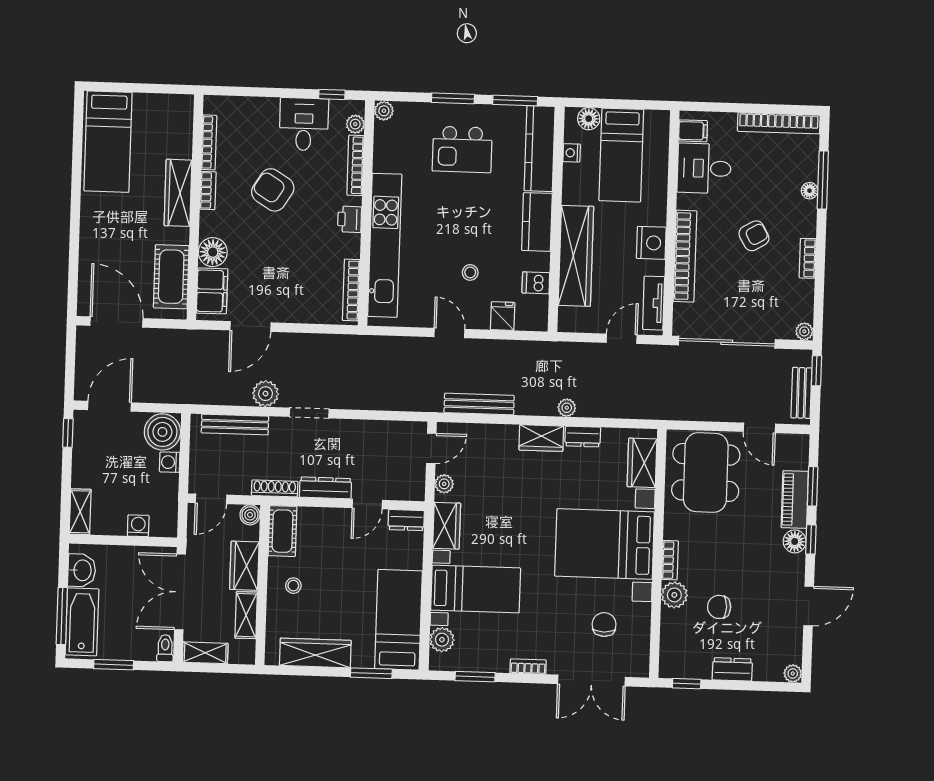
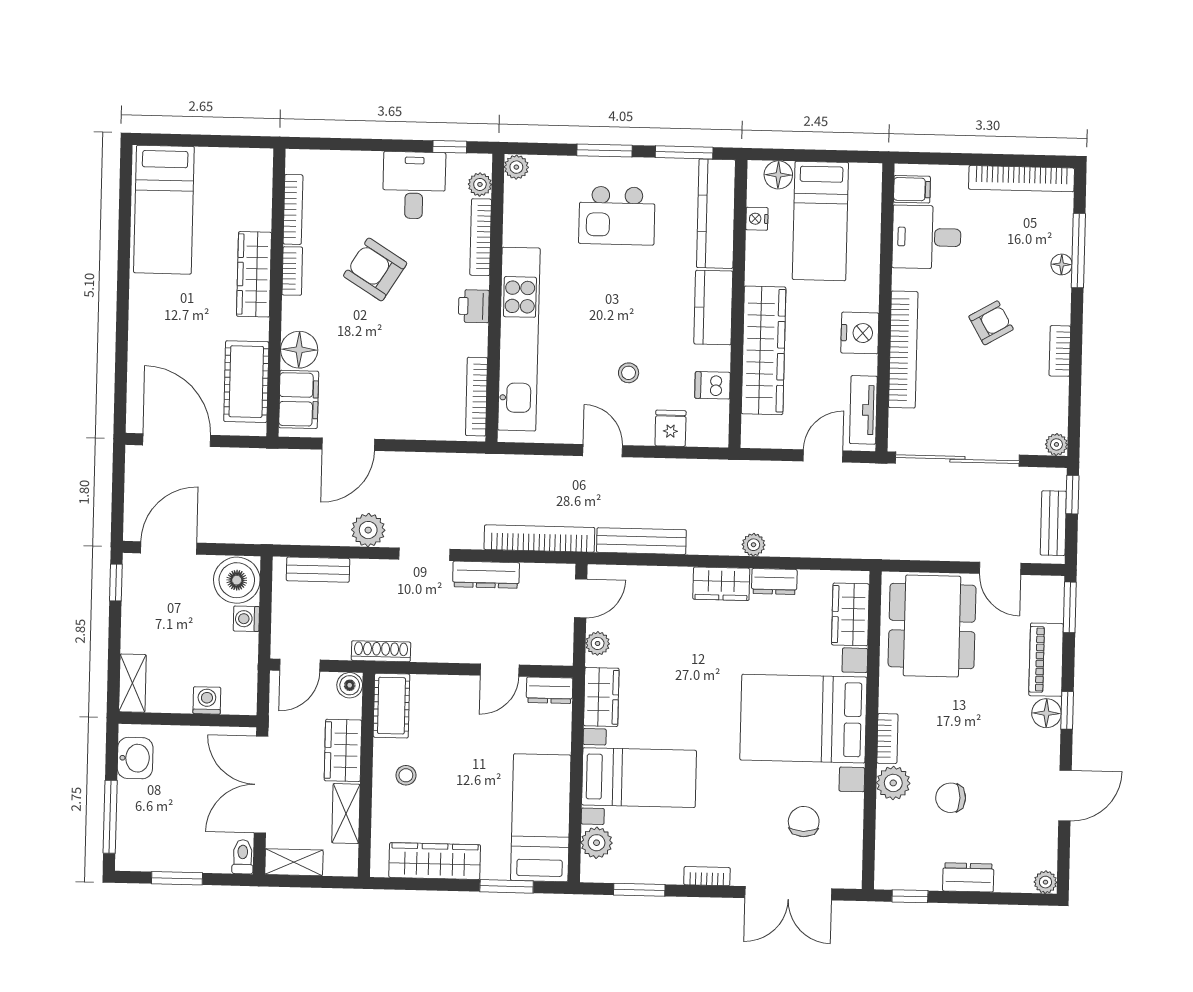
bookcase: (399, 401) -> (539, 539), added
bench: (235, 425) -> (318, 570), width x0.73
window: (813, 486) -> (1070, 607), moved
dresser: (325, 488) -> (486, 575), moved, turned 180
bathtub: (82, 622) -> (136, 824), removed

